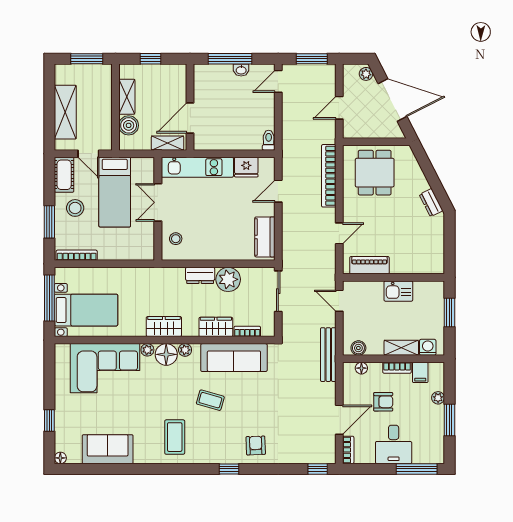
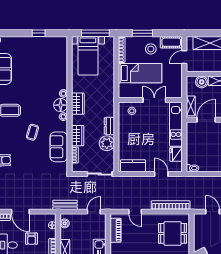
door: (190, 118) -> (206, 120), hinge flipped
bed: (115, 192) -> (140, 73), moved, turned 180
bench: (328, 355) -> (65, 205), width x0.73
sofa: (234, 358) -> (59, 147), width x0.73
corner sofa: (105, 368) -> (52, 67), removed
window: (49, 420) -> (39, 33), moved

